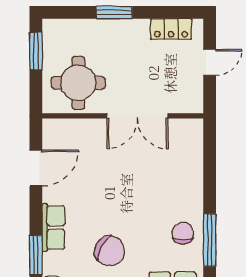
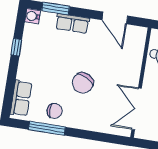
double door: (137, 116) -> (137, 109), moved
chair: (110, 251) -> (83, 83), moved

